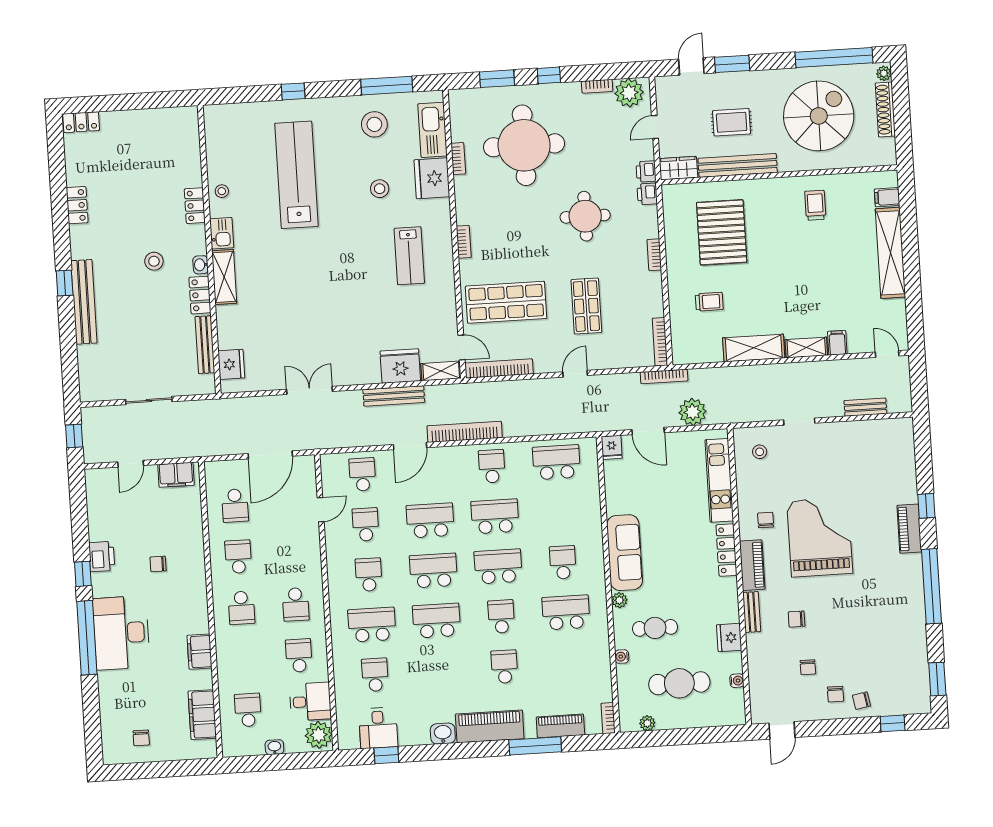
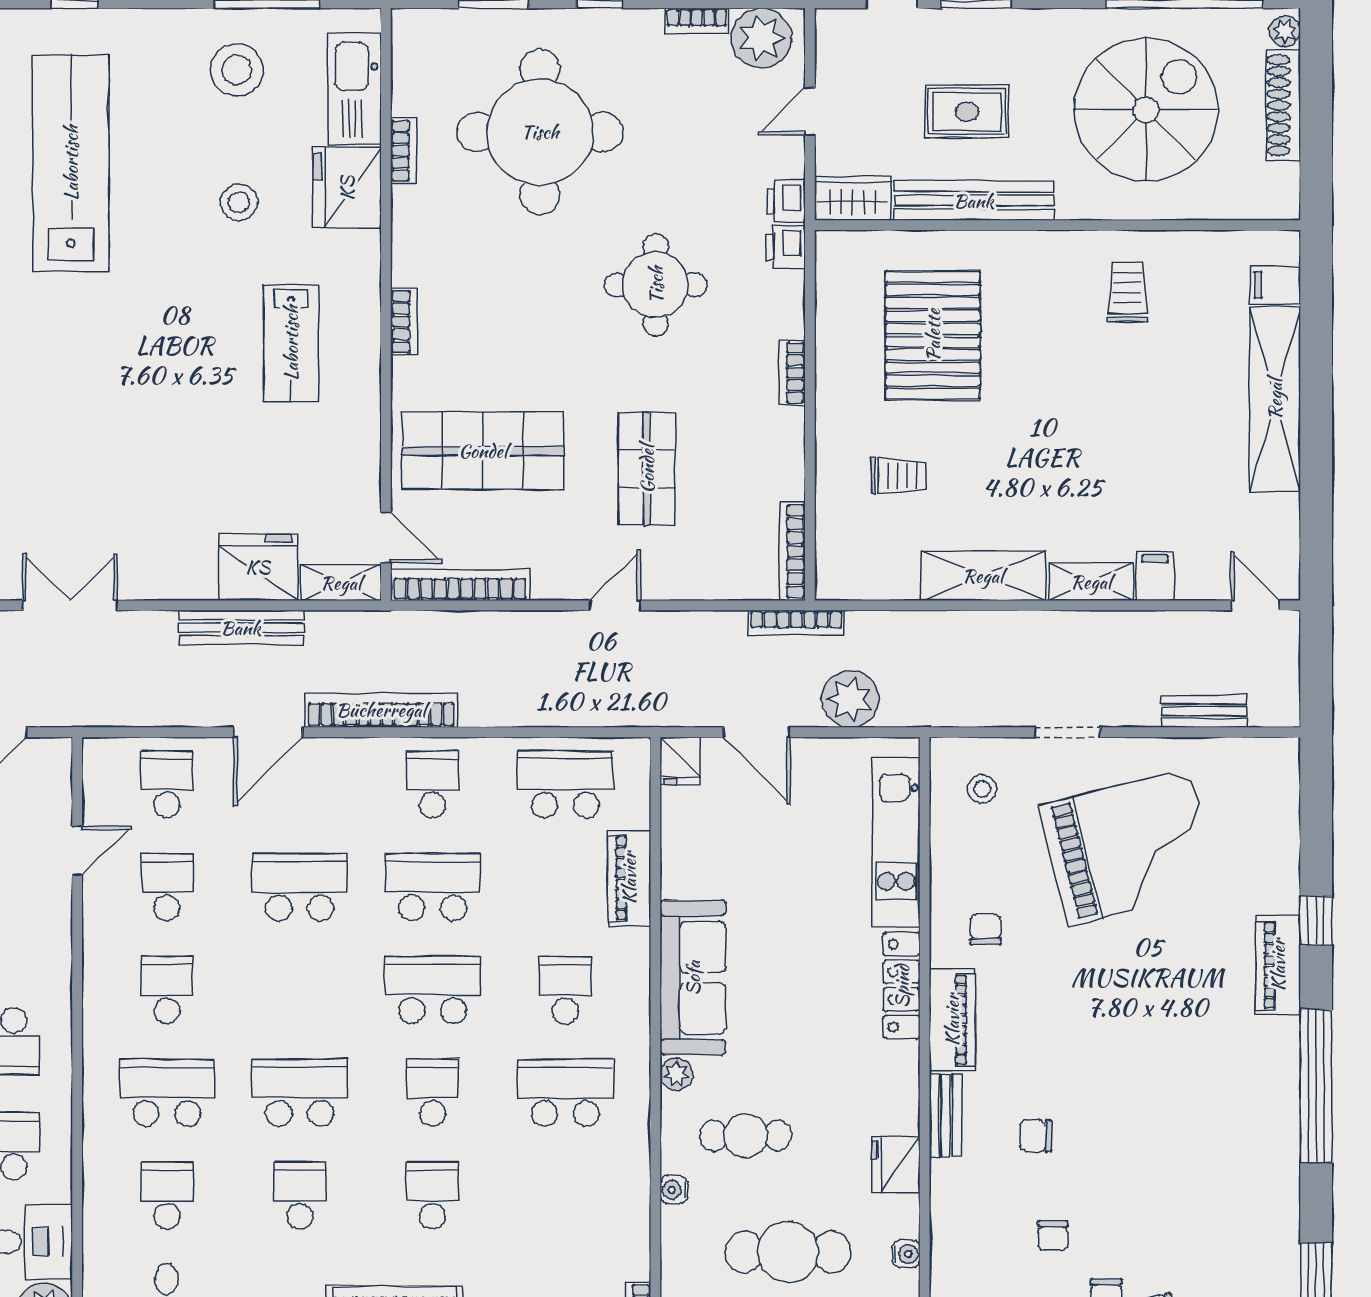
piano: (590, 506) -> (629, 878), added
grand piano: (820, 537) -> (1129, 847), moved, turned 76
school desk: (433, 571) -> (300, 1195), moved, width x0.54

